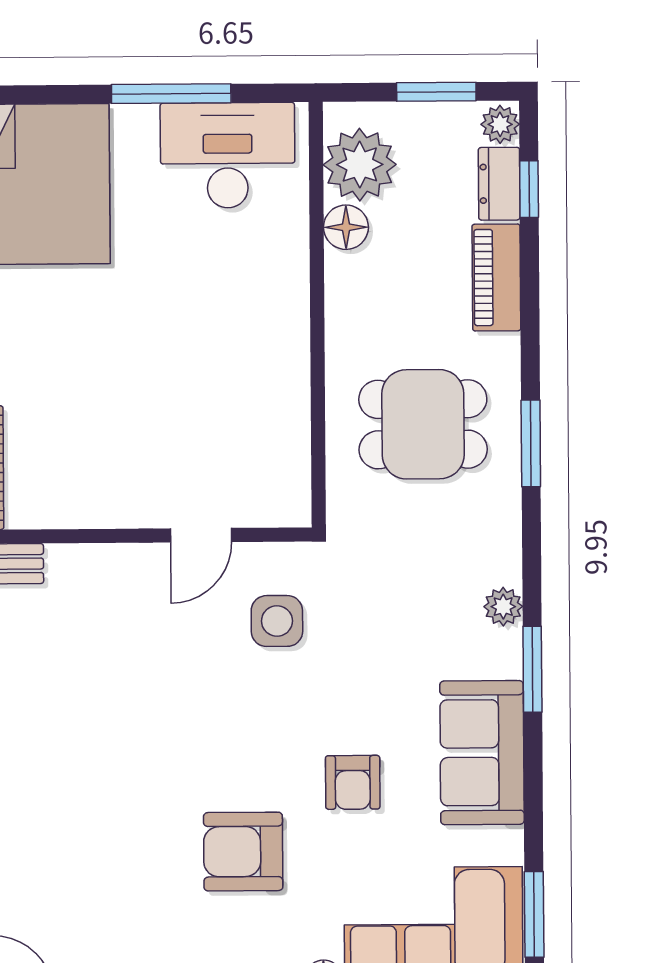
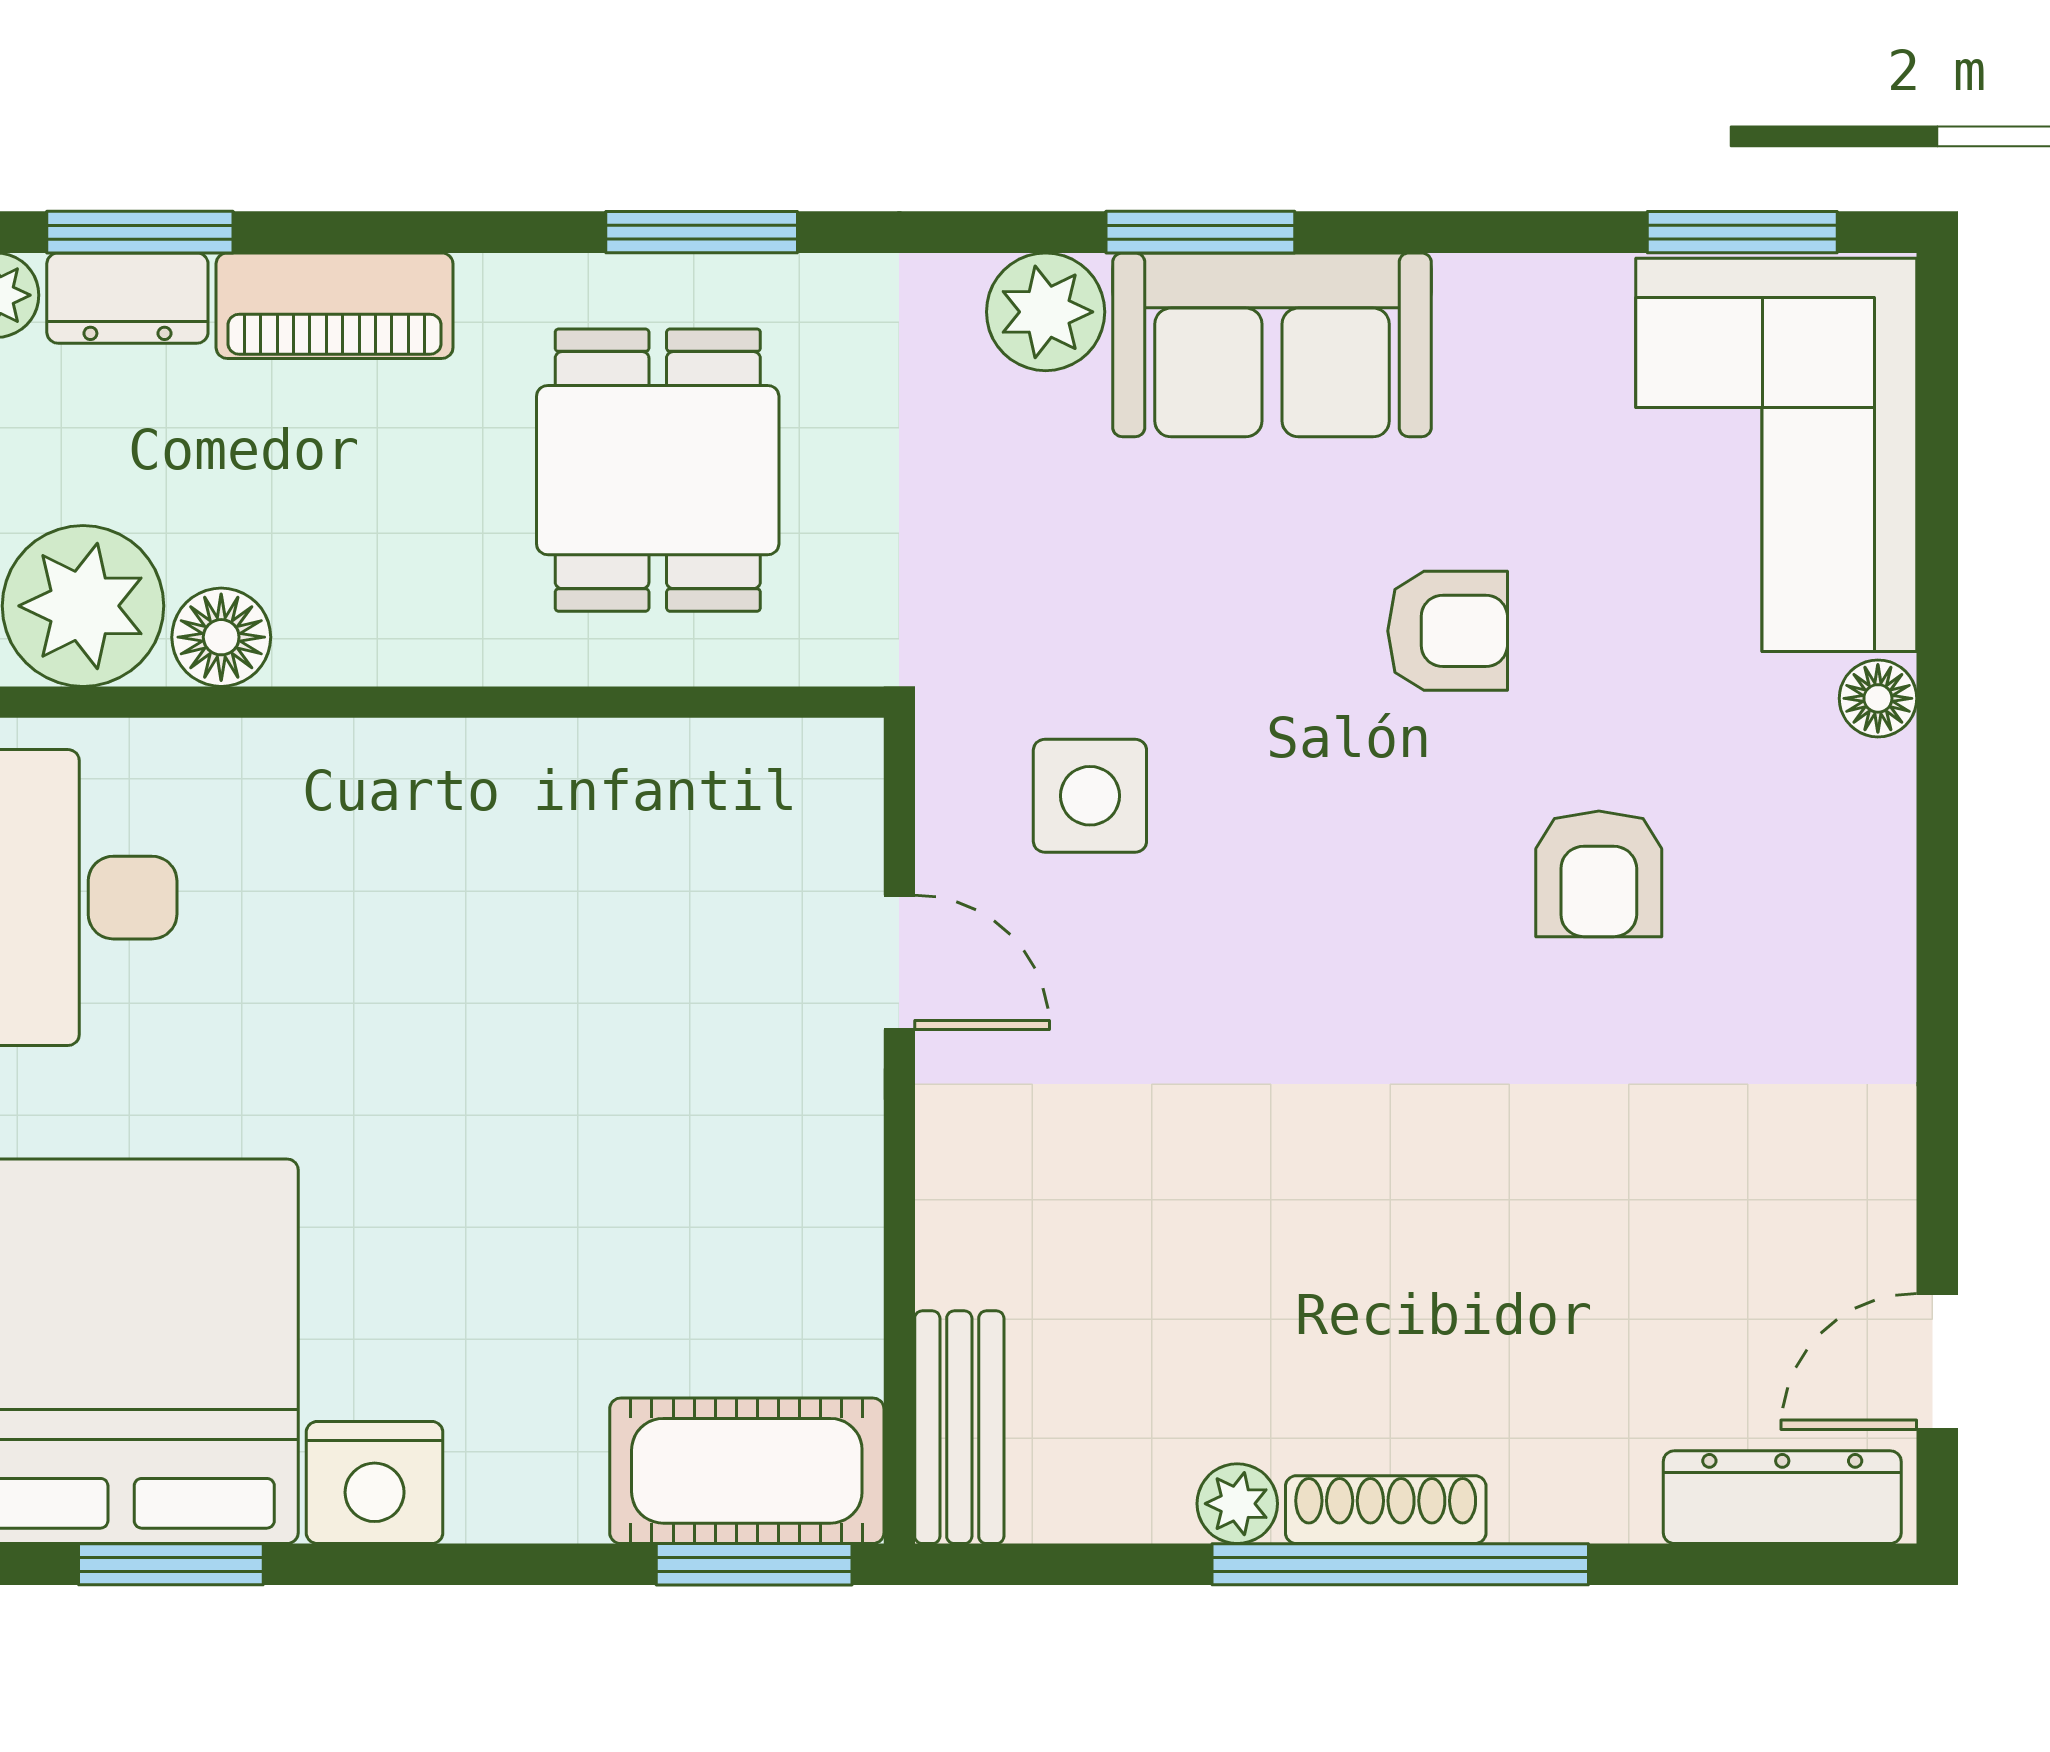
window: (529, 189) -> (140, 232), width x1.50
plant: (503, 607) -> (1046, 312), width x1.38, depth x1.38
sofa: (482, 753) -> (1272, 345), moved
armchair: (243, 852) -> (1599, 874), width x0.72, depth x0.72

